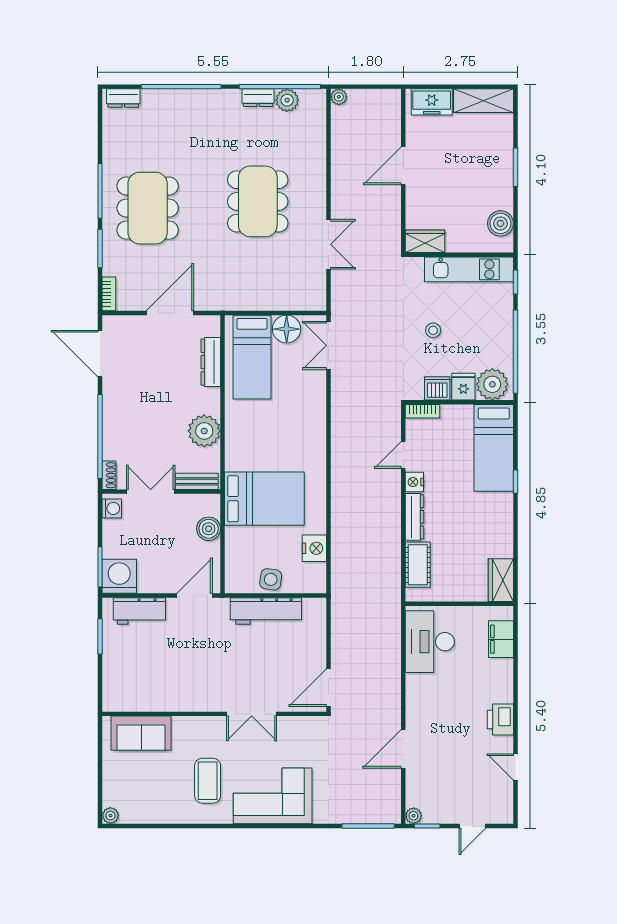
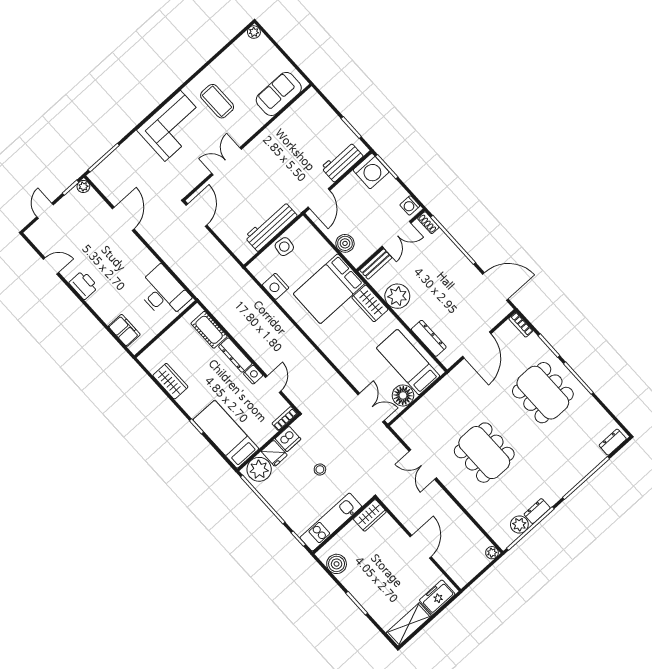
wardrobe: (237, 448) -> (370, 303), added
wardrobe: (501, 580) -> (170, 381), moved

